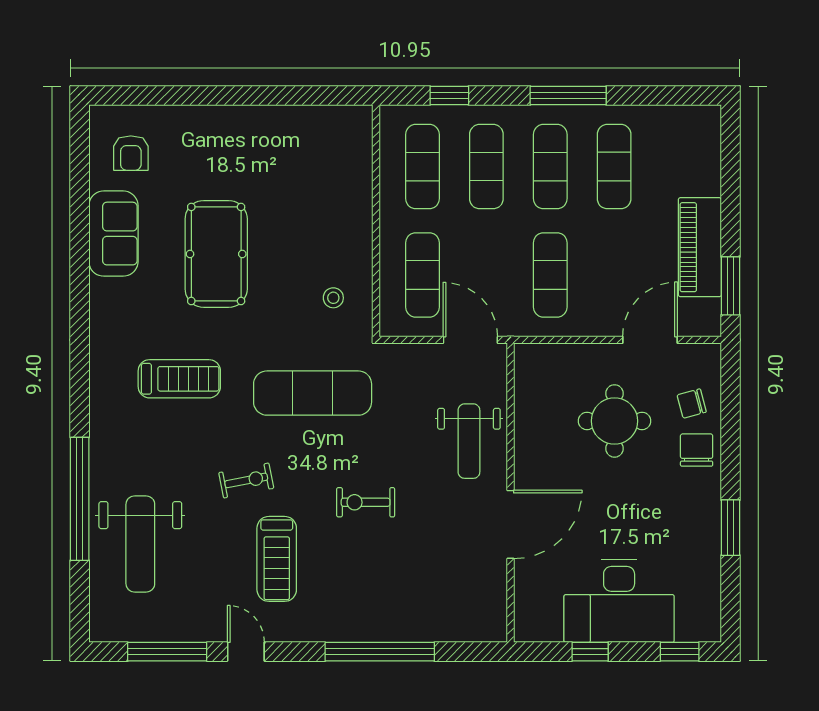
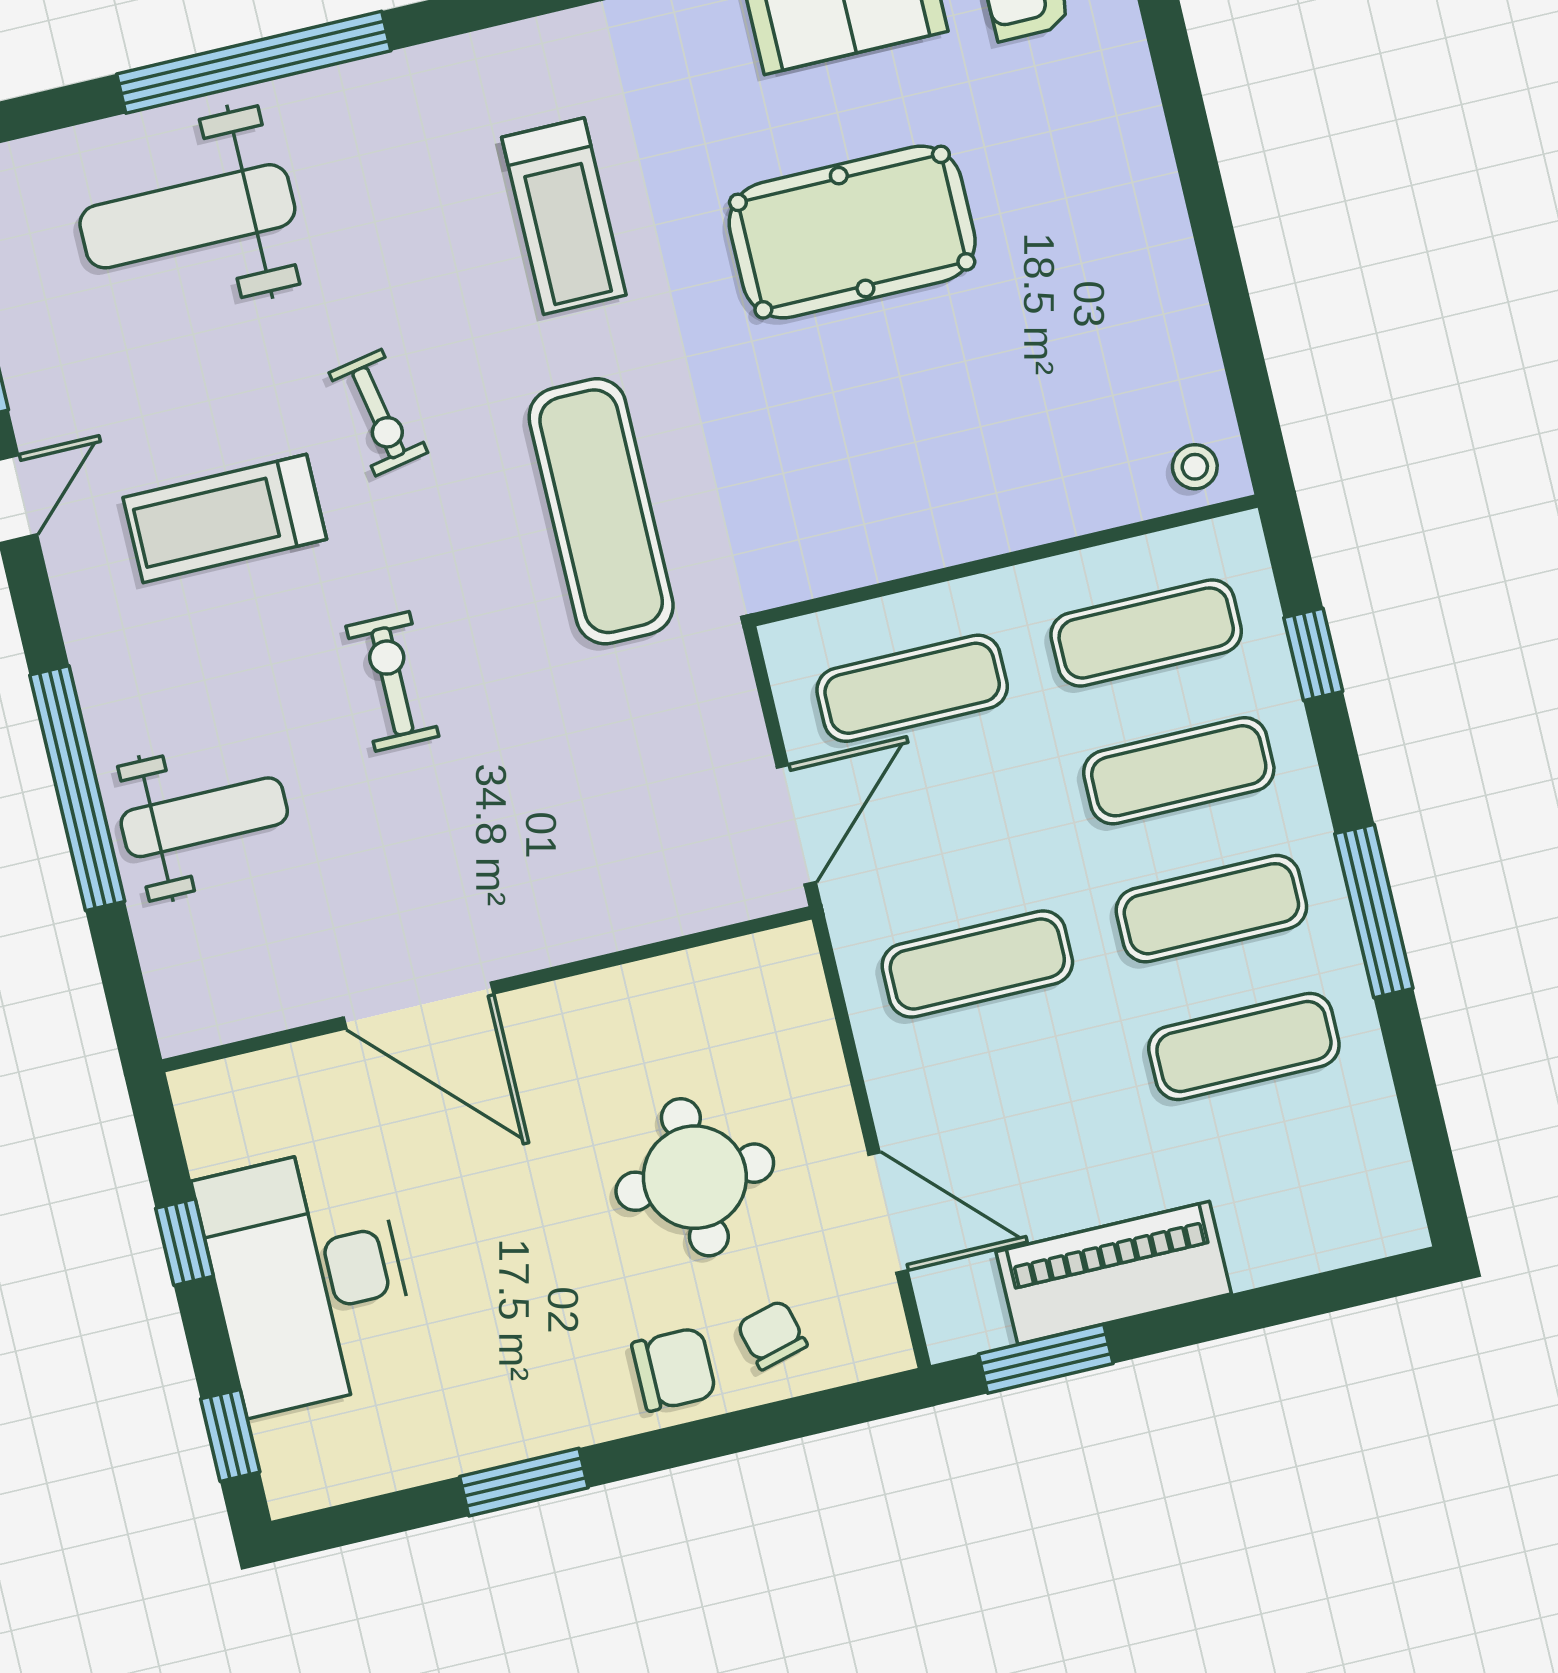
stool: (333, 298) -> (1195, 467), moved
weight bench: (469, 441) -> (204, 817), moved, turned 180

